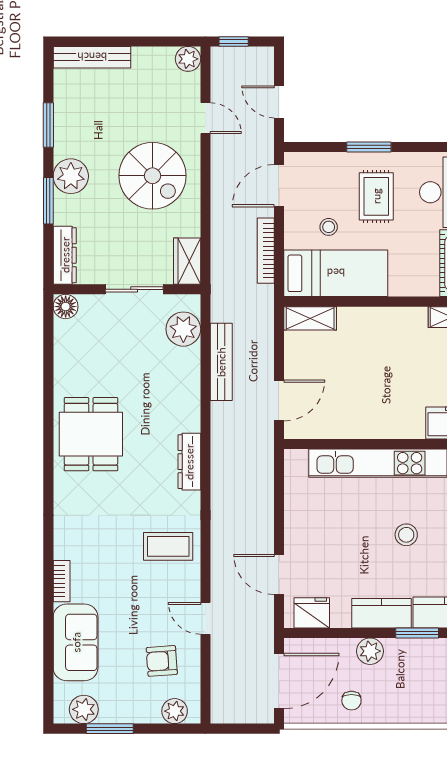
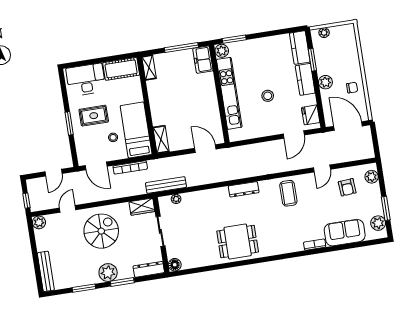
plant: (183, 329) -> (176, 199), width x0.53, depth x0.53
bench: (221, 362) -> (166, 185), moved
stool: (406, 535) -> (268, 96), moved

